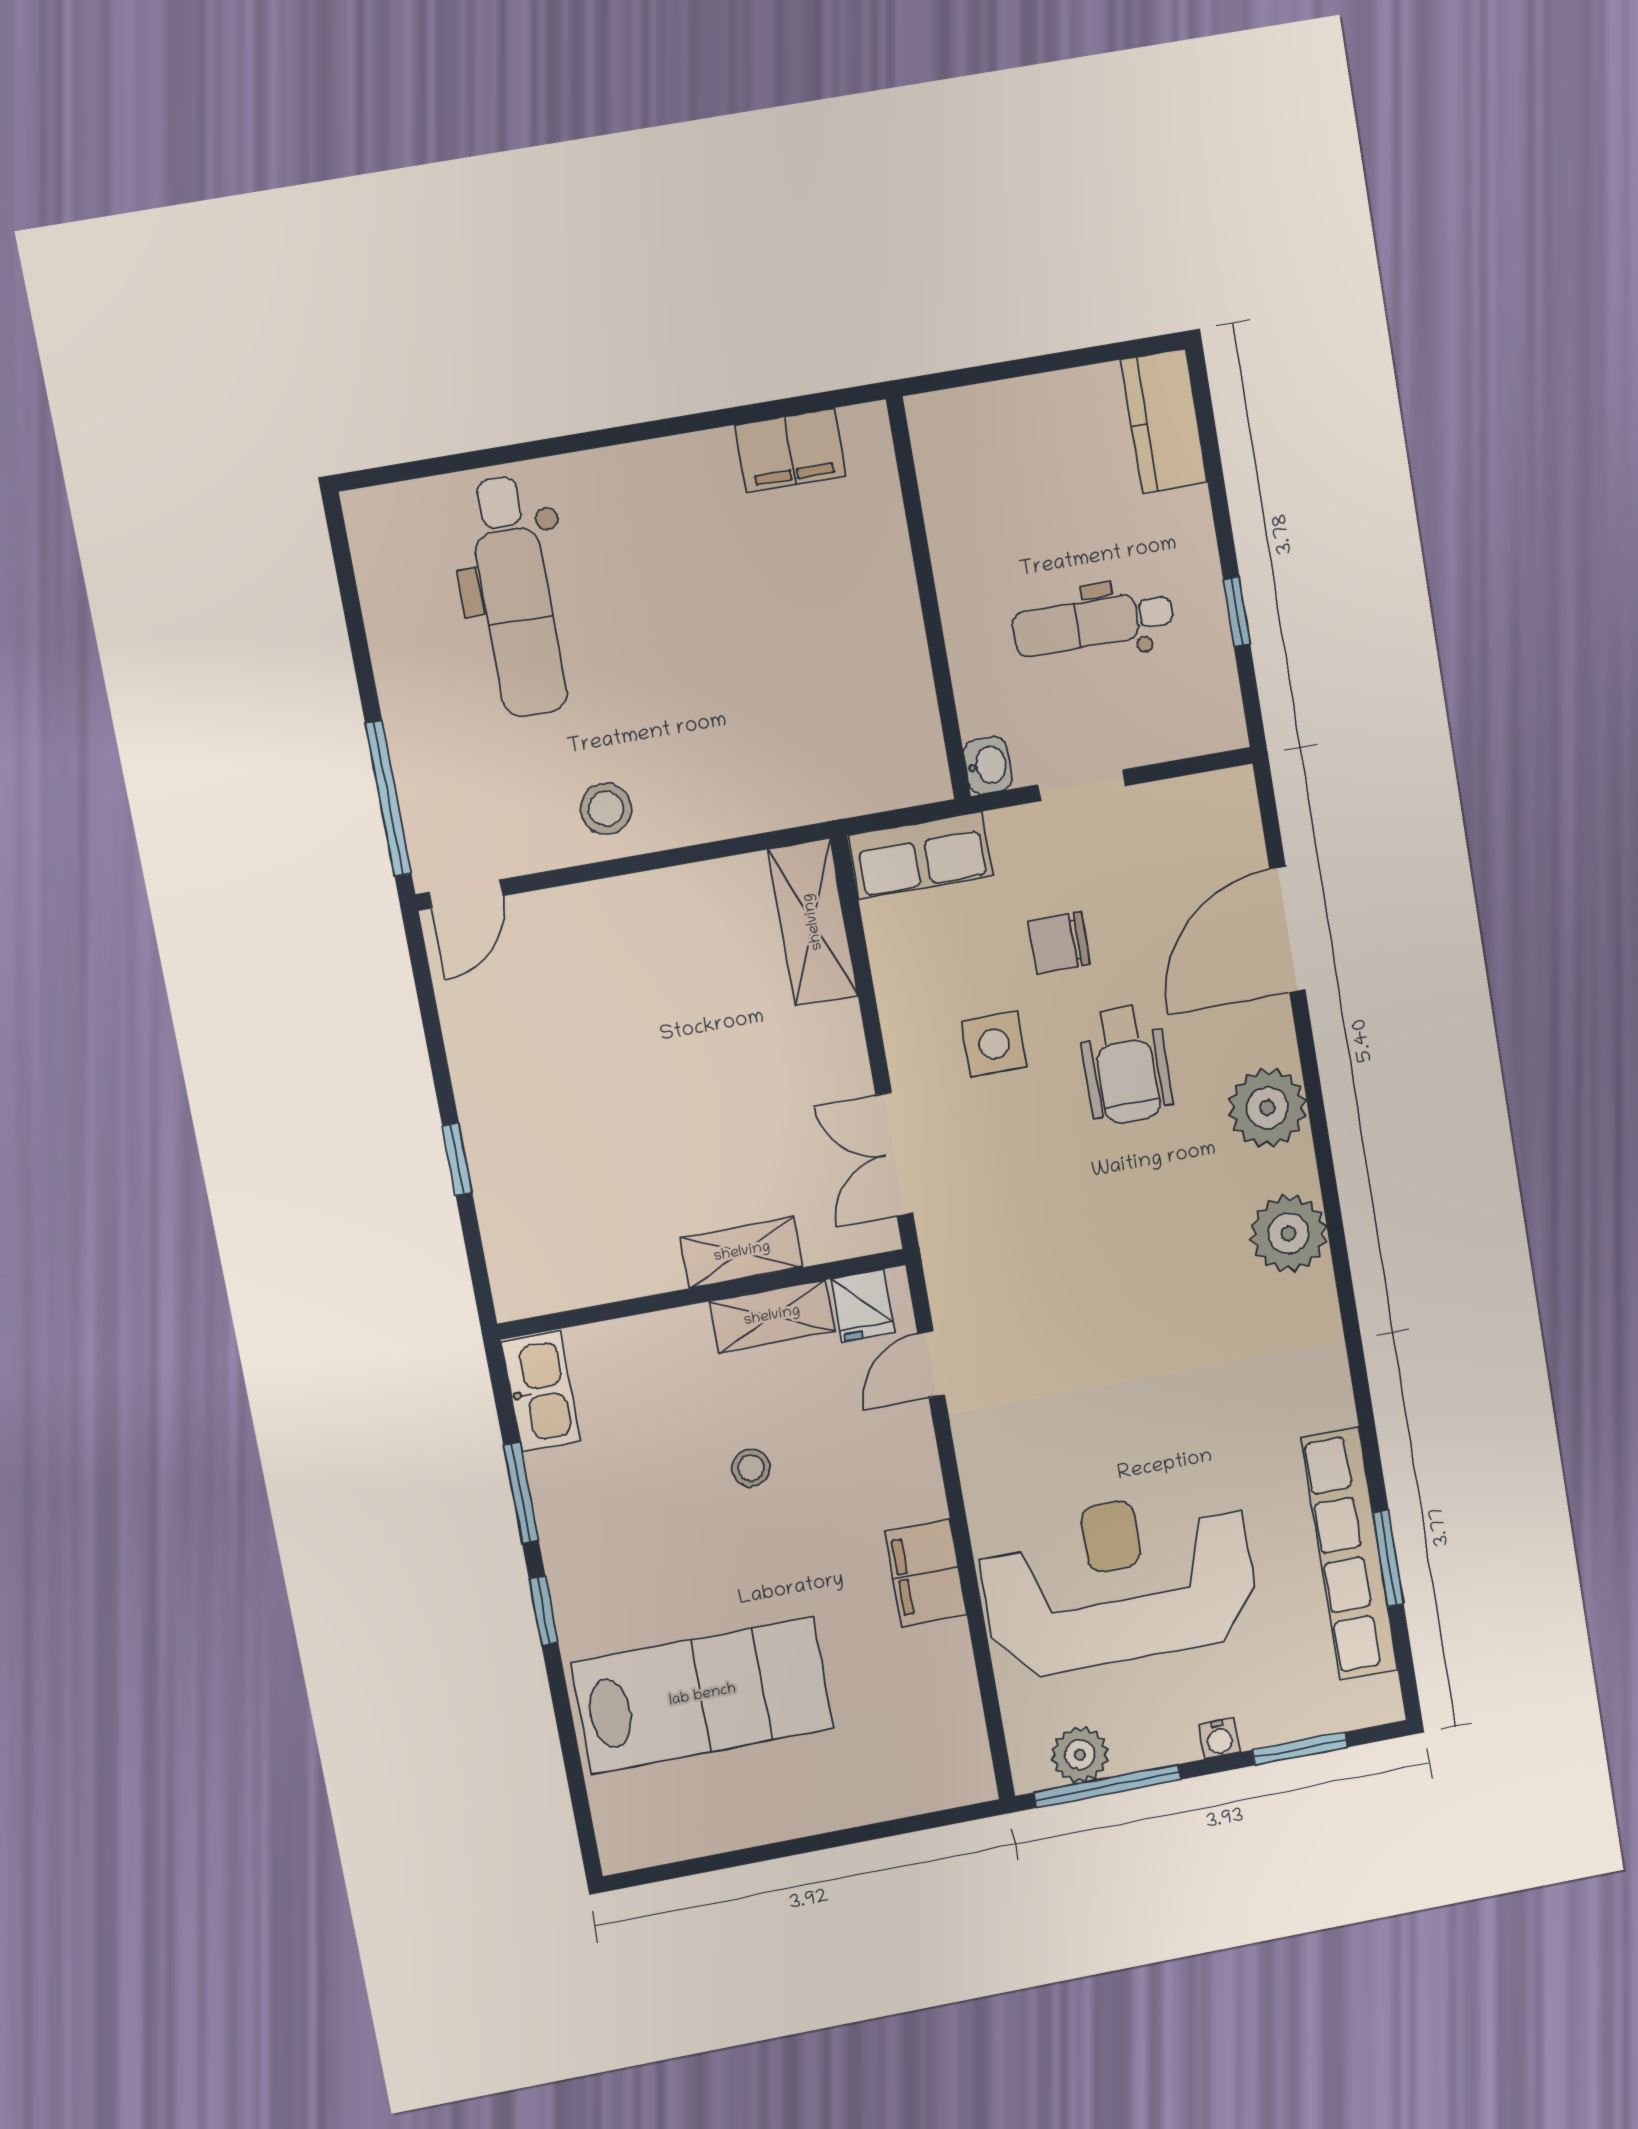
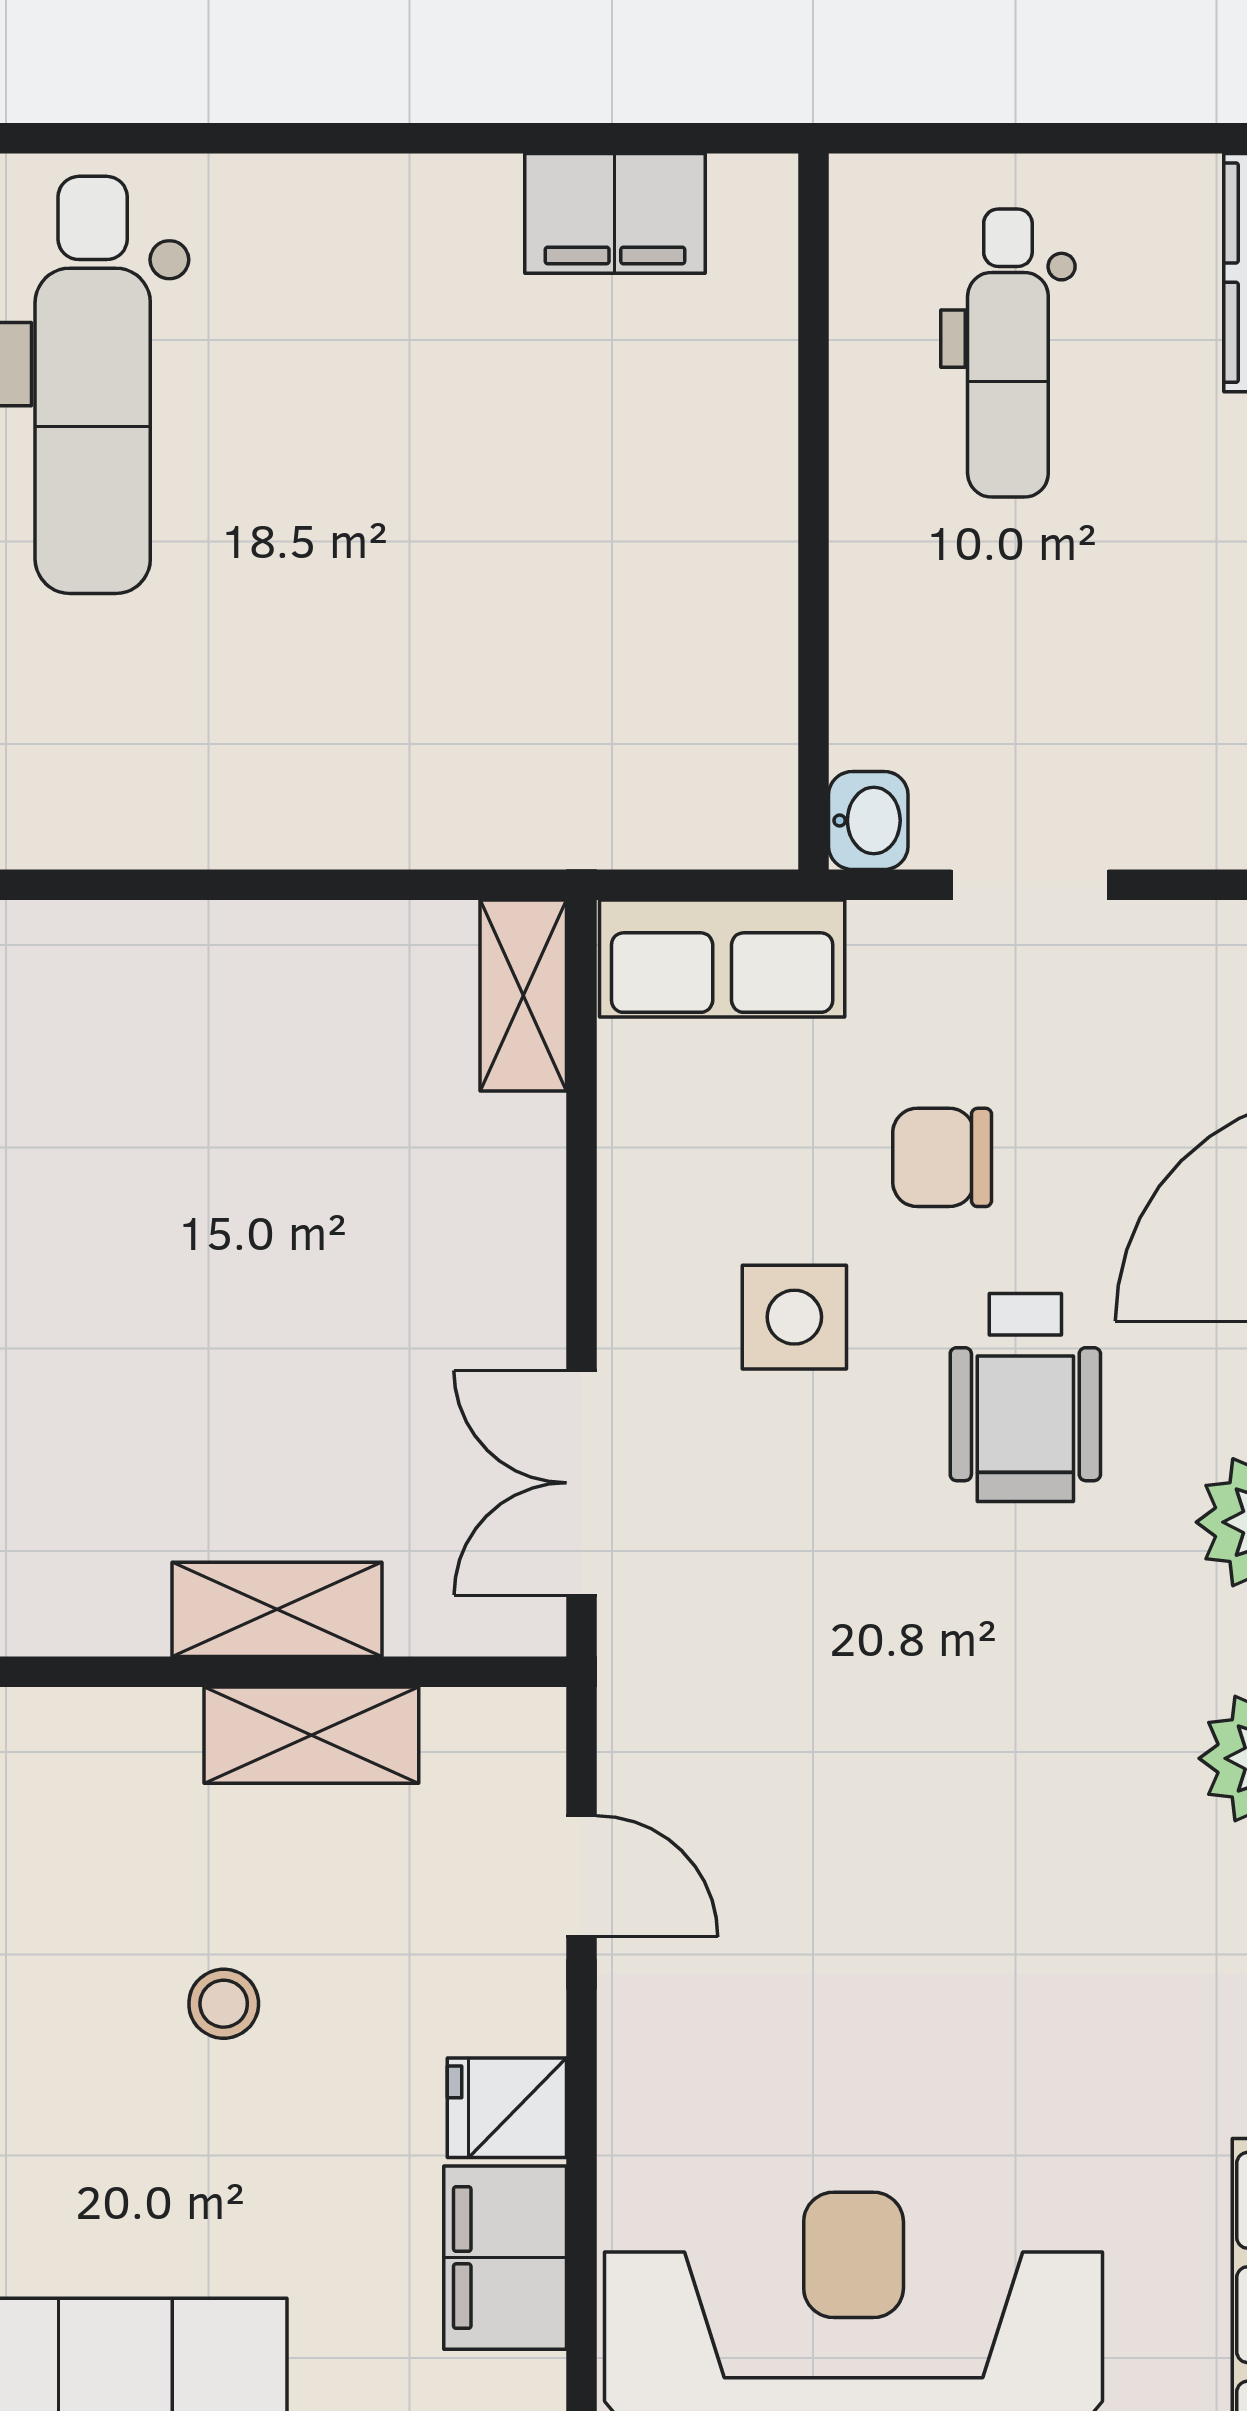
dental chair: (1093, 623) -> (1008, 353), moved, turned -90
stool: (606, 809) -> (180, 779), removed
shelving: (813, 922) -> (523, 995), width x0.67, depth x0.75
fridge: (863, 1306) -> (507, 2108), moved, turned 90
door: (931, 1364) -> (581, 1876), swing flipped

